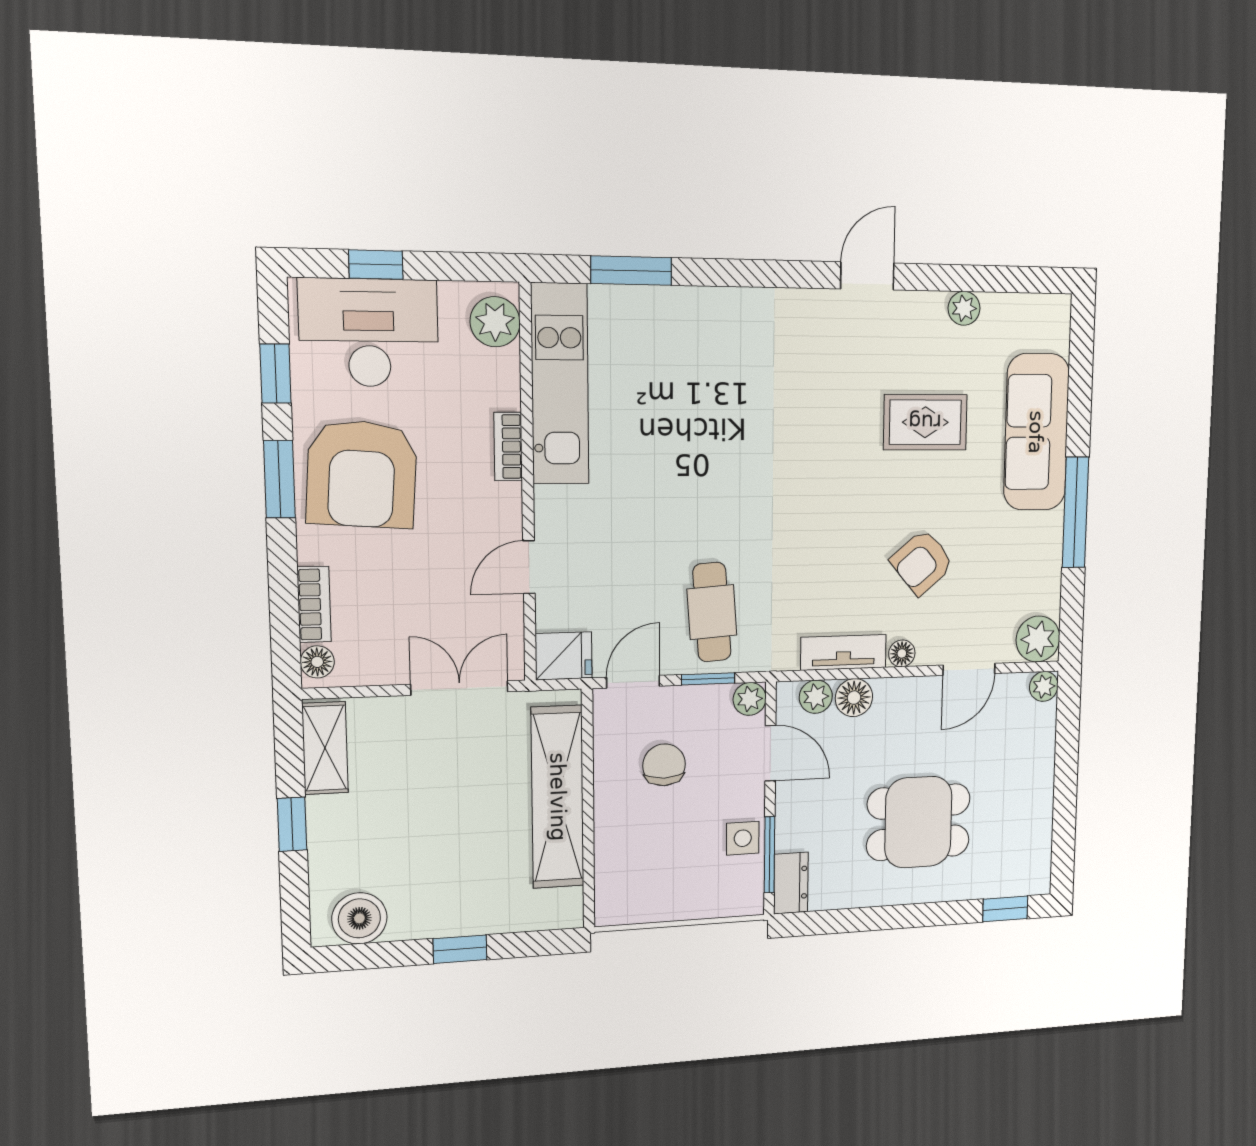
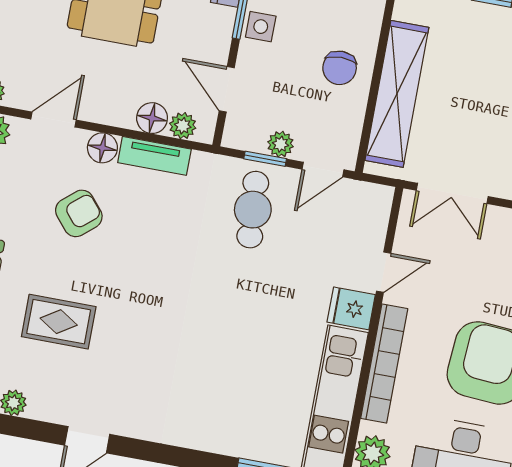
bookcase: (508, 447) -> (384, 364), width x2.31, depth x1.31
floor lamp: (902, 653) -> (102, 148), width x1.37, depth x1.37
fridge: (564, 656) -> (351, 308), moved
plant: (750, 699) -> (281, 144), moved
chair: (664, 765) -> (340, 68), moved

